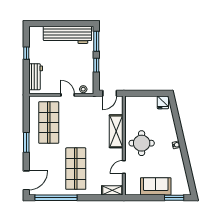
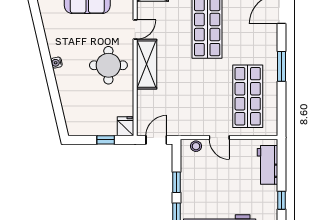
window: (144, 93) -> (106, 140), added
fridge: (163, 102) -> (125, 126), moved
shelving: (116, 131) -> (147, 64), moved

